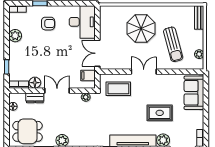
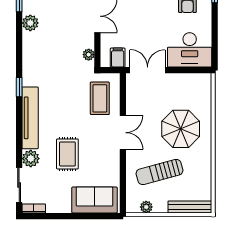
bench: (199, 17) -> (190, 207), width x1.36

